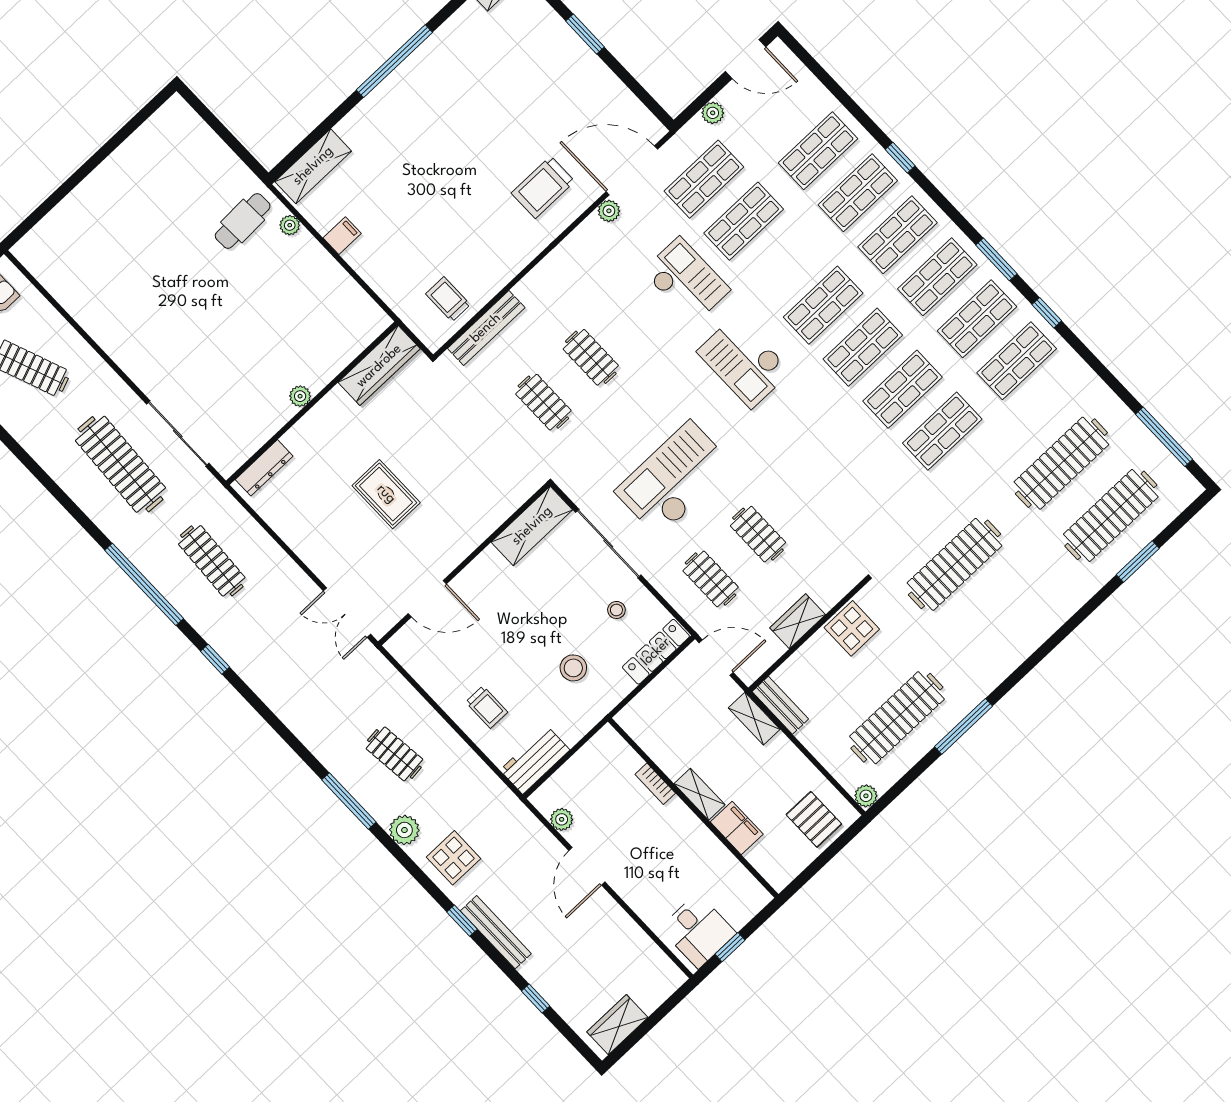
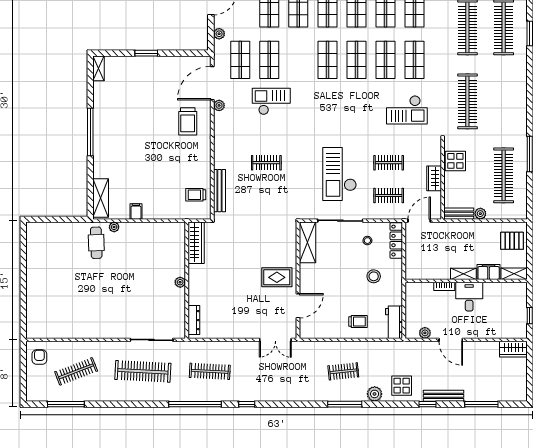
checkout: (744, 361) -> (407, 110), moved
clothes rail: (543, 402) -> (266, 195), removed
rug: (386, 494) -> (277, 277), moved
shelving: (754, 719) -> (514, 274), moved
plant: (866, 796) -> (480, 214), moved
desk: (698, 931) -> (469, 297), moved, turned -90
window: (536, 998) -> (481, 404), width x2.17
wardrobe: (617, 1025) -> (513, 349), moved, turned -90

